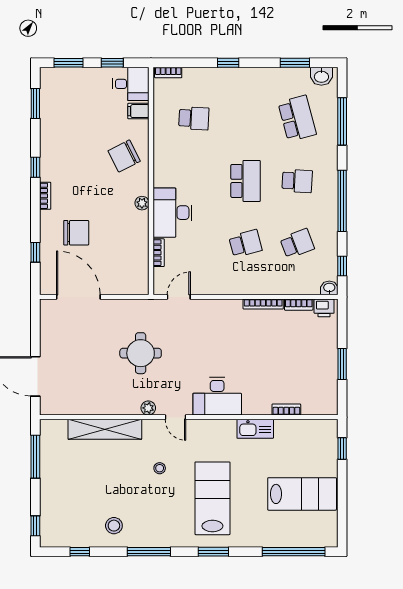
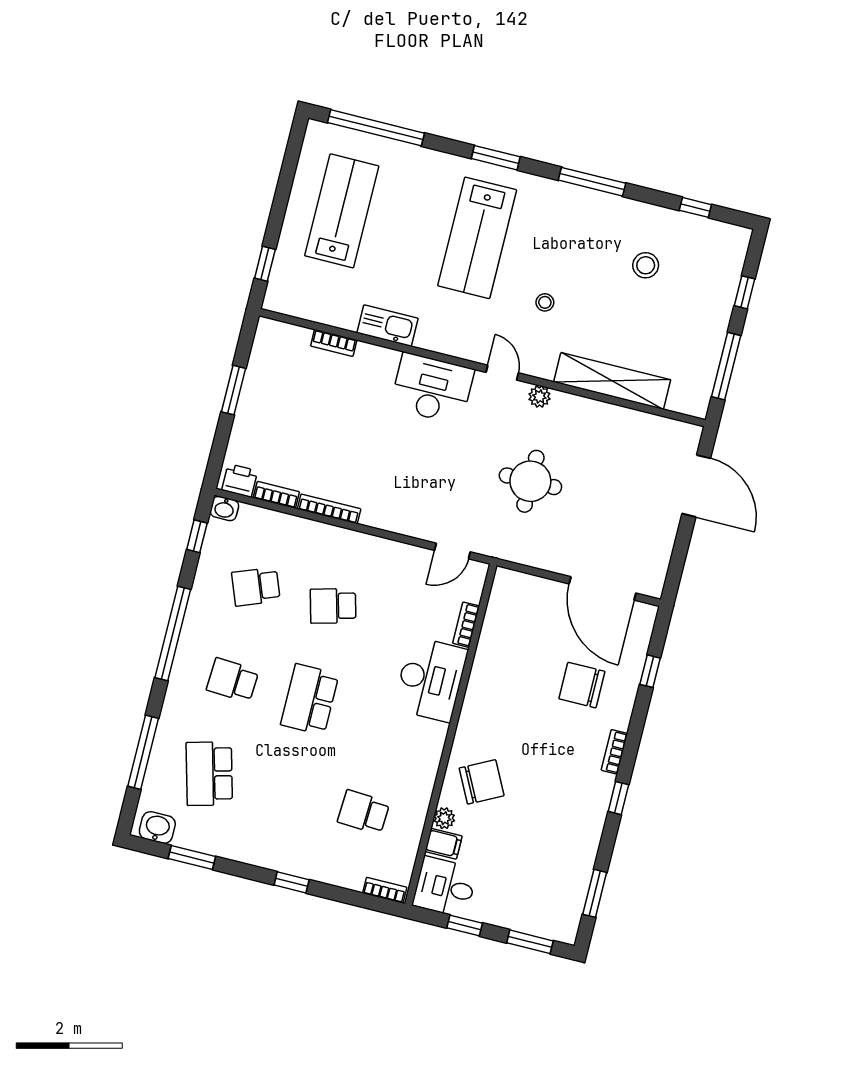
plant: (142, 203) -> (444, 818), moved
lab bench: (302, 494) -> (342, 211), turned 90
window: (35, 526) -> (745, 292), moved
stool: (114, 526) -> (646, 265), moved

